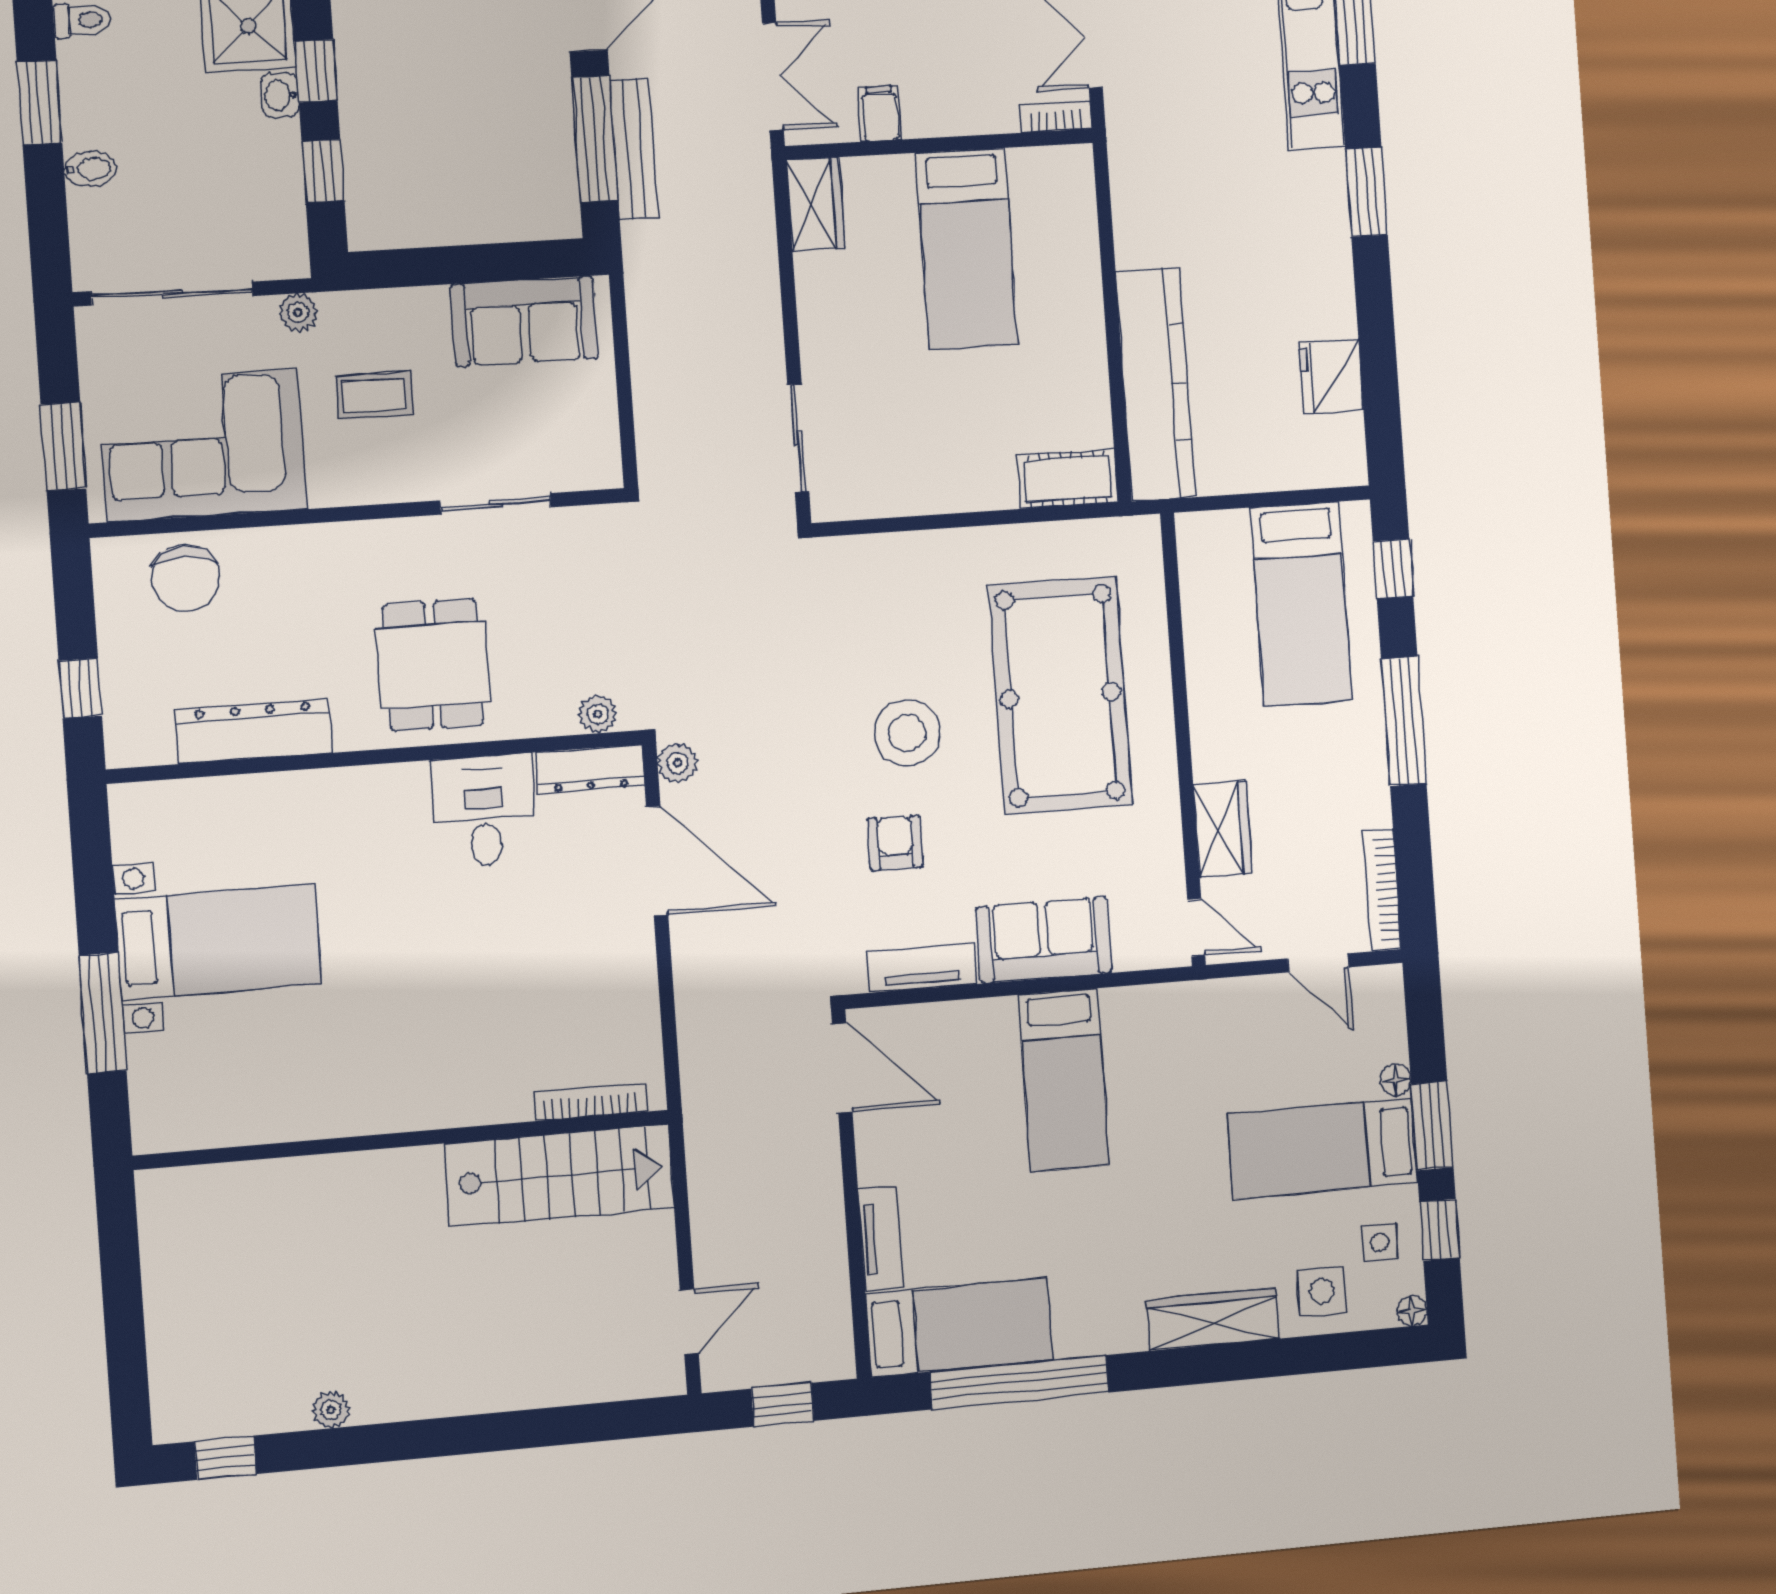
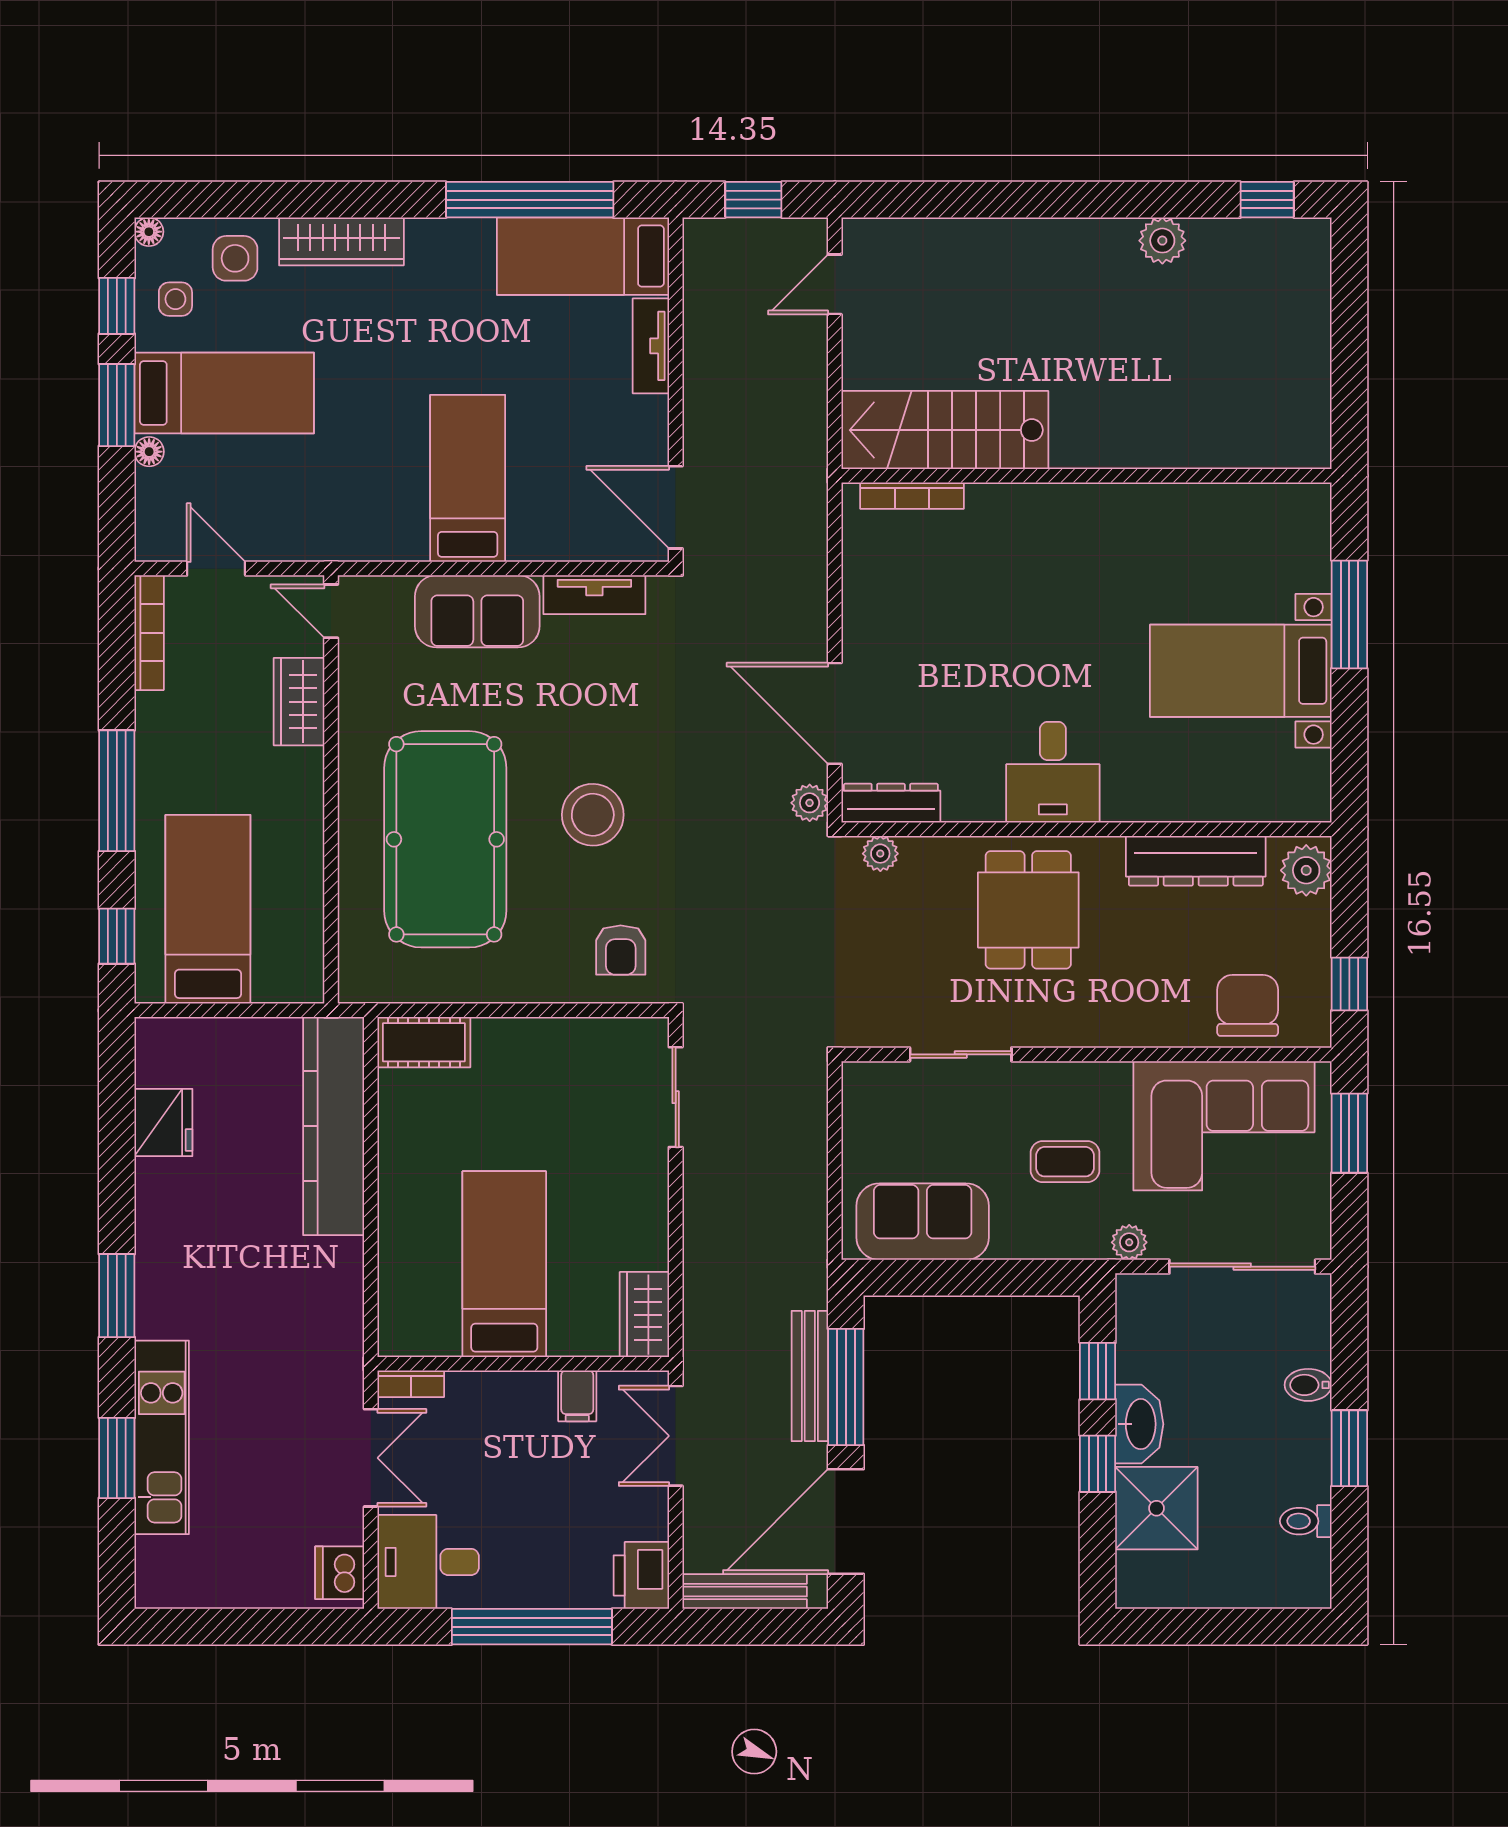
washbasin: (280, 95) -> (1139, 1424), width x1.91, depth x1.45
window: (80, 688) -> (1349, 984), moved
plant: (131, 730) -> (1306, 870), added
desk: (484, 811) -> (1053, 772), moved
armchair: (895, 843) -> (621, 950), moved
plant: (331, 1410) -> (1162, 241), width x1.38, depth x1.38

